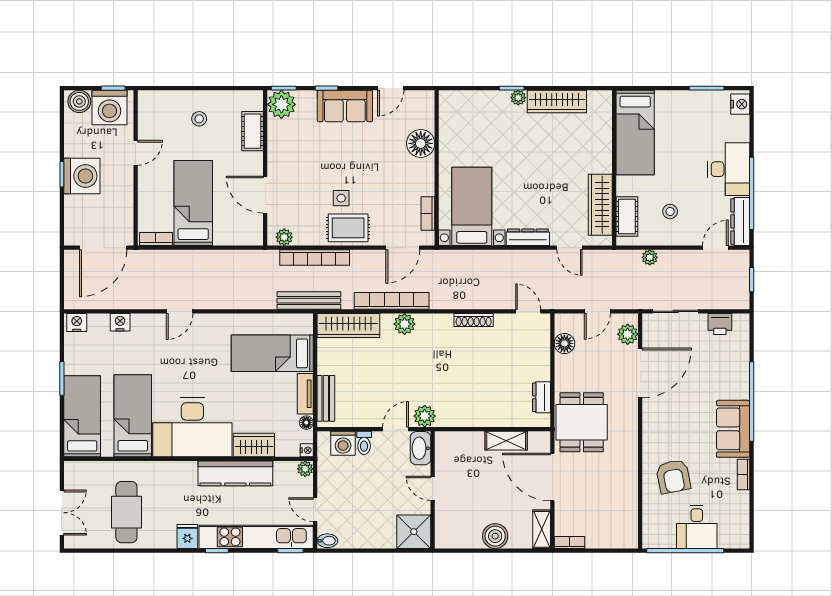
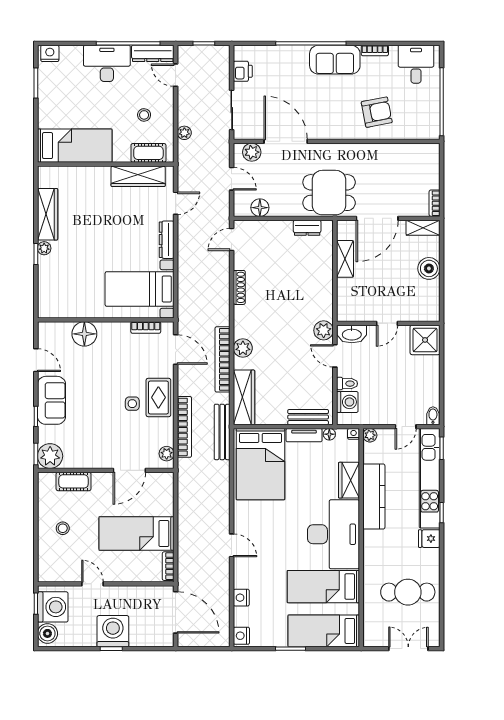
bed: (272, 353) -> (260, 464), width x1.50
desk: (697, 527) -> (416, 64), moved, turned -90

